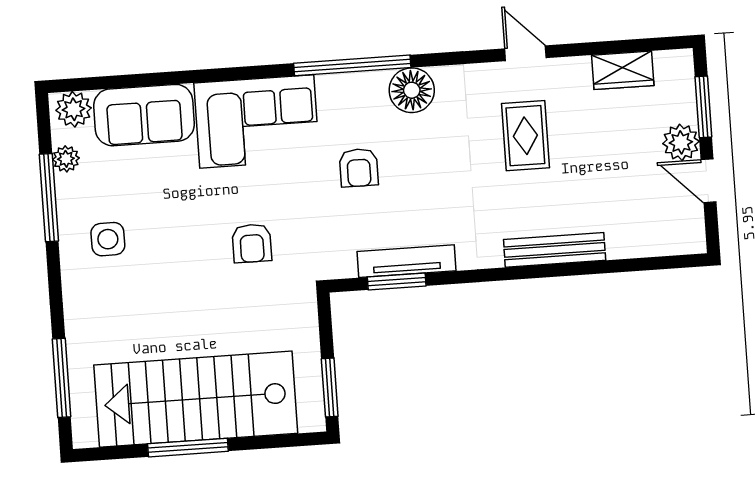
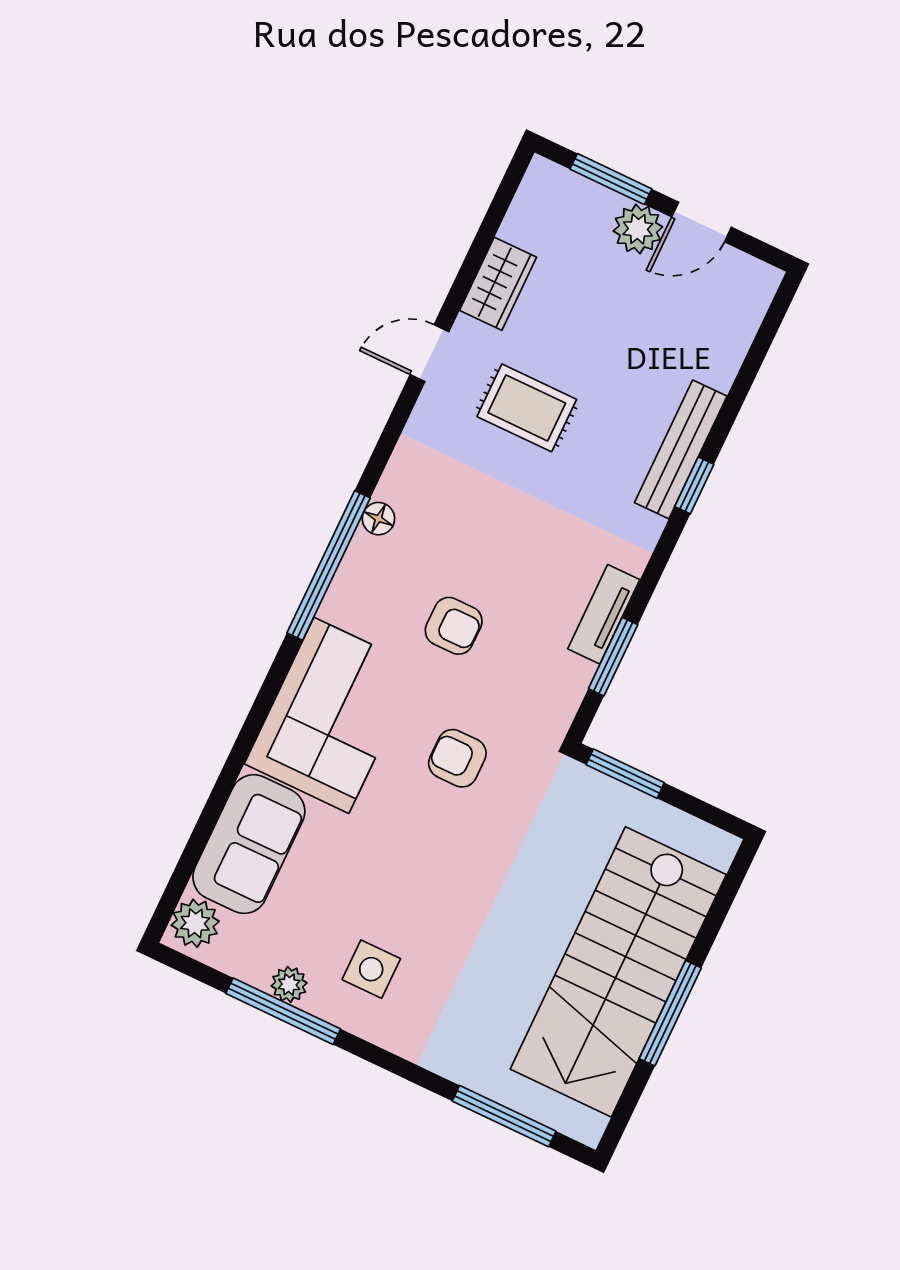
wardrobe: (623, 70) -> (498, 284), moved
floor lamp: (412, 90) -> (378, 519), width x0.53, depth x0.53
plant: (66, 159) -> (289, 984), moved
armchair: (252, 243) -> (457, 758), moved, turned 180
tv unit: (407, 261) -> (604, 614), width x0.71
window: (536, 272) -> (694, 485), added
window: (330, 387) -> (625, 774), moved

